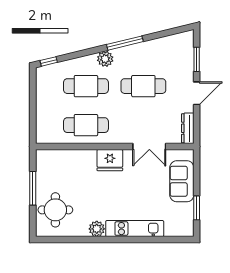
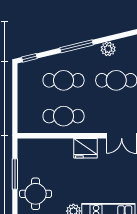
window: (125, 43) -> (77, 46), moved
plant: (105, 59) -> (108, 49), moved

